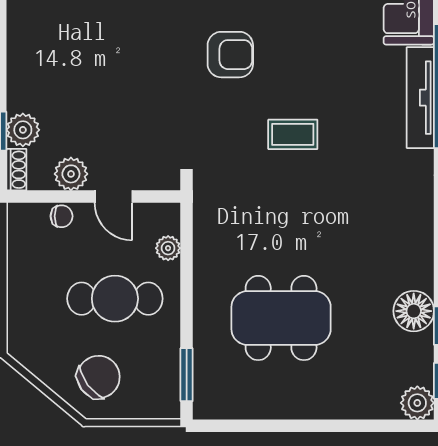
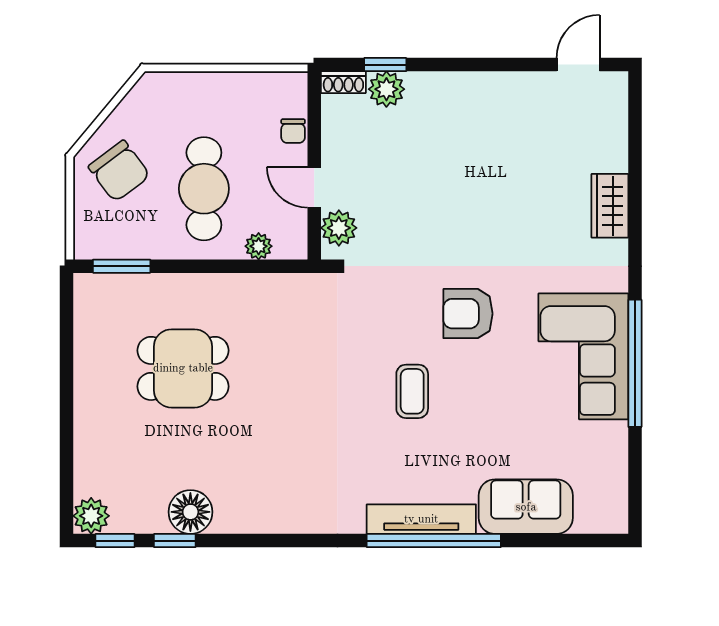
armchair: (230, 55) -> (468, 314), turned 90
coffee table: (293, 134) -> (412, 391), moved
plant: (71, 174) -> (339, 228), moved
door: (114, 197) -> (314, 187), hinge flipped
dining table: (281, 318) -> (183, 368), width x0.73

